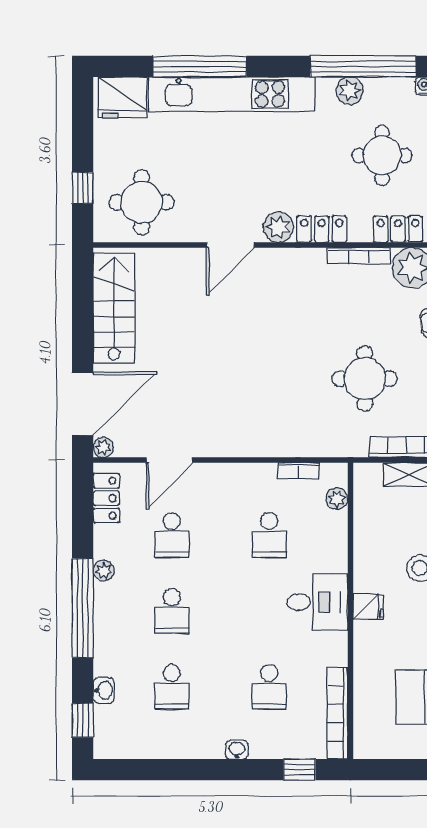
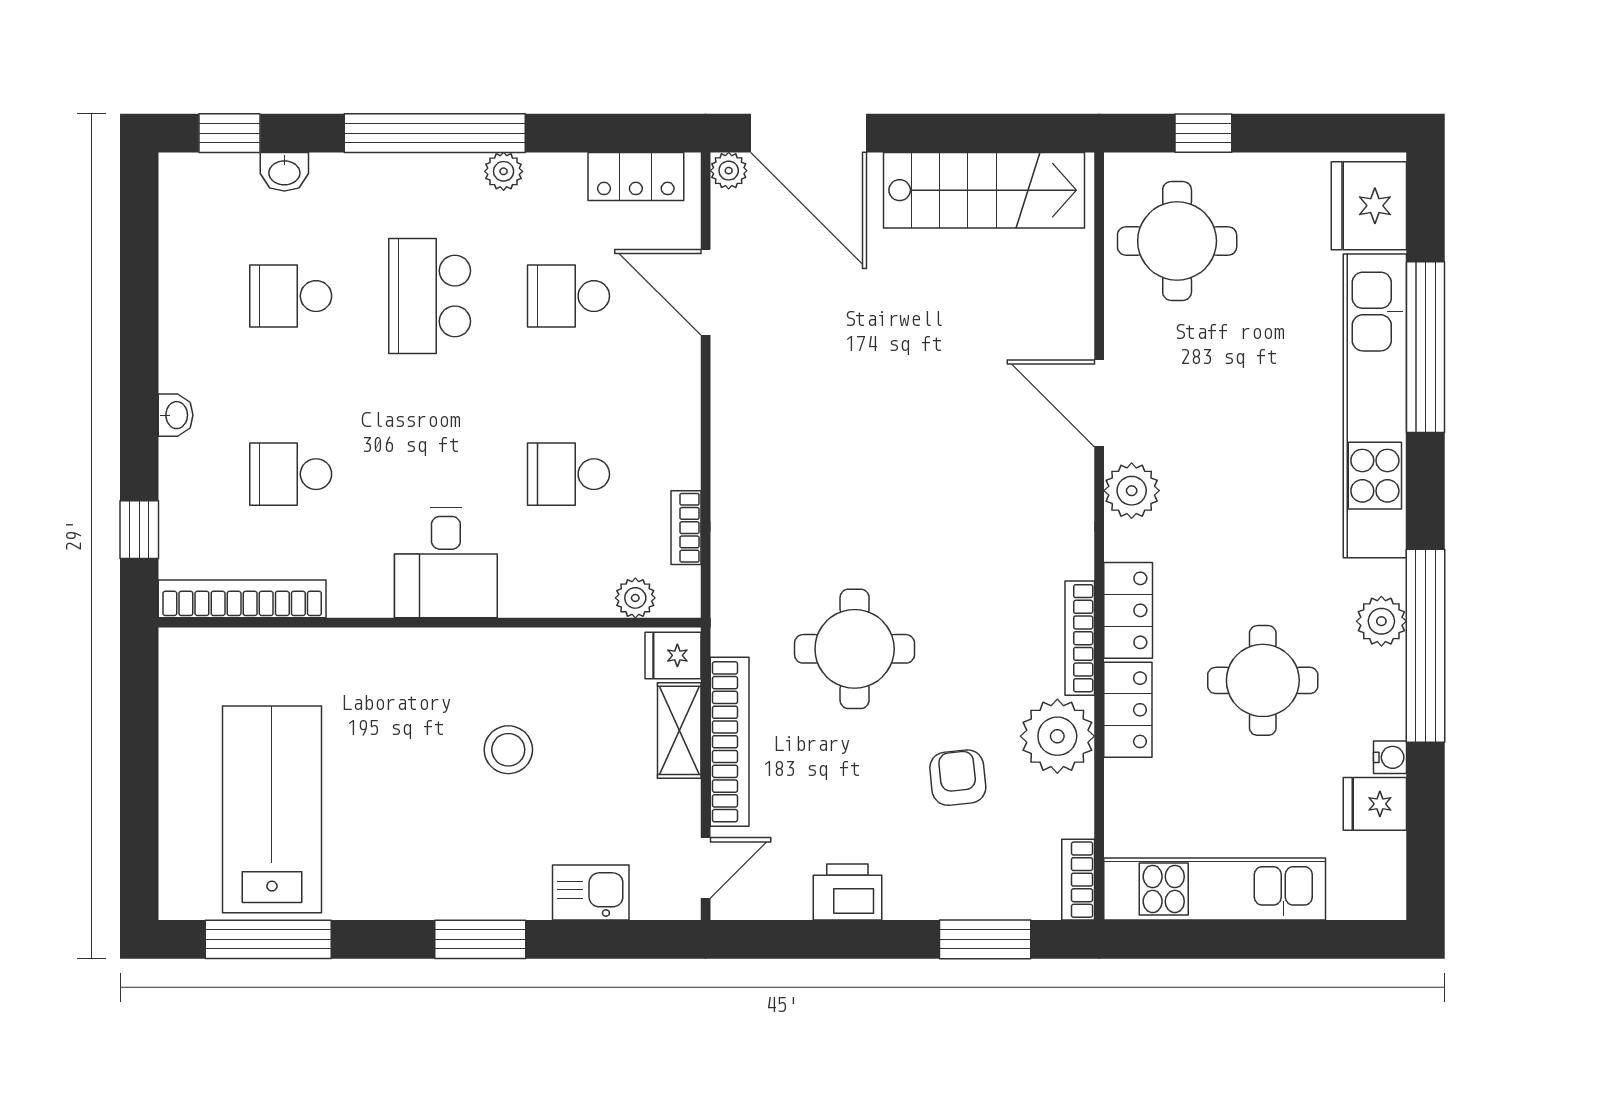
locker: (322, 229) -> (1128, 610), moved
fridge: (368, 606) -> (673, 655), moved, turned 90
school desk: (172, 611) -> (430, 296), width x1.85

